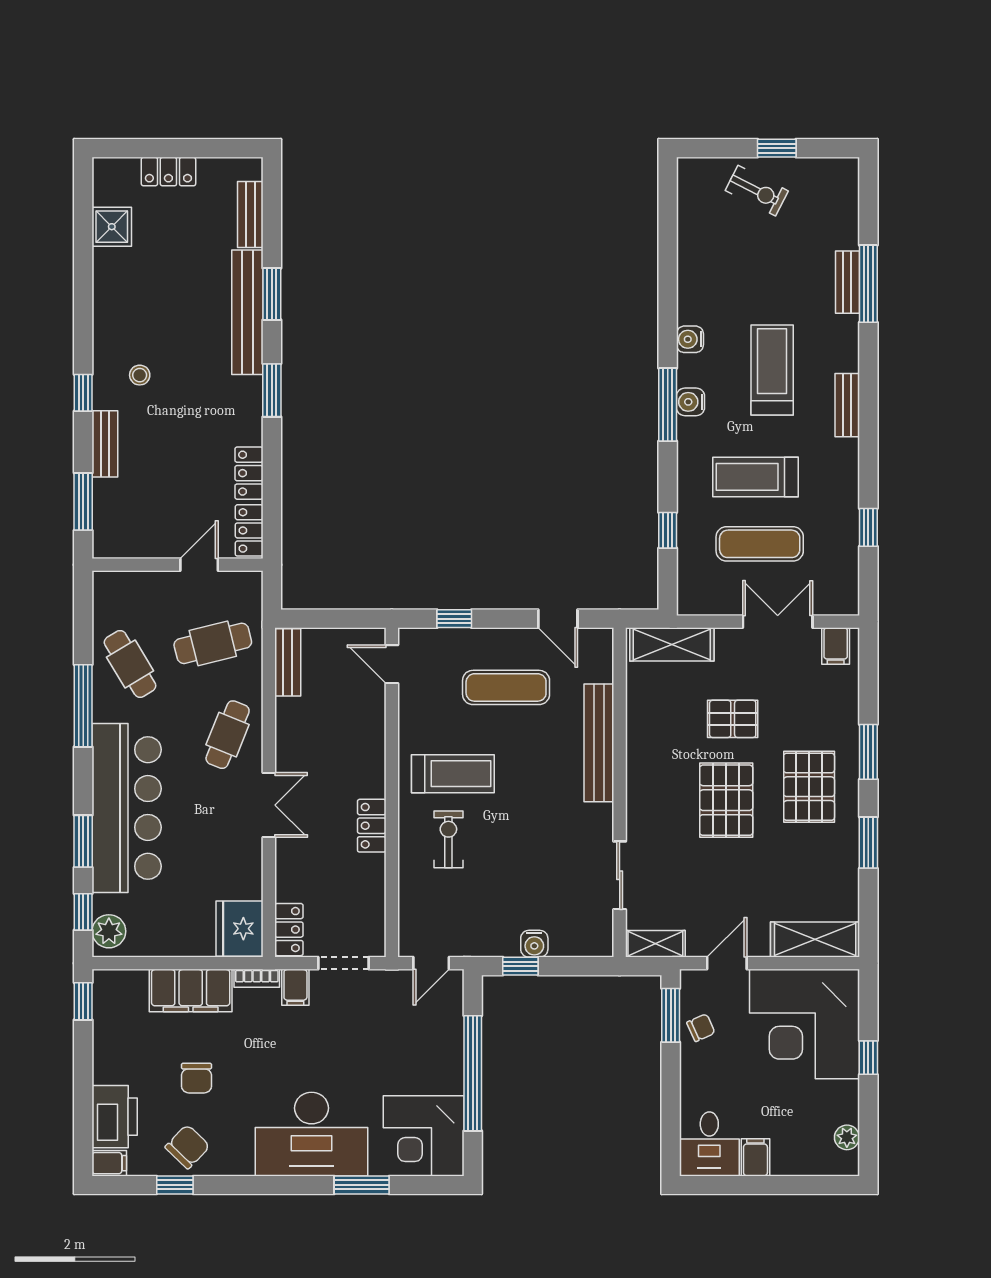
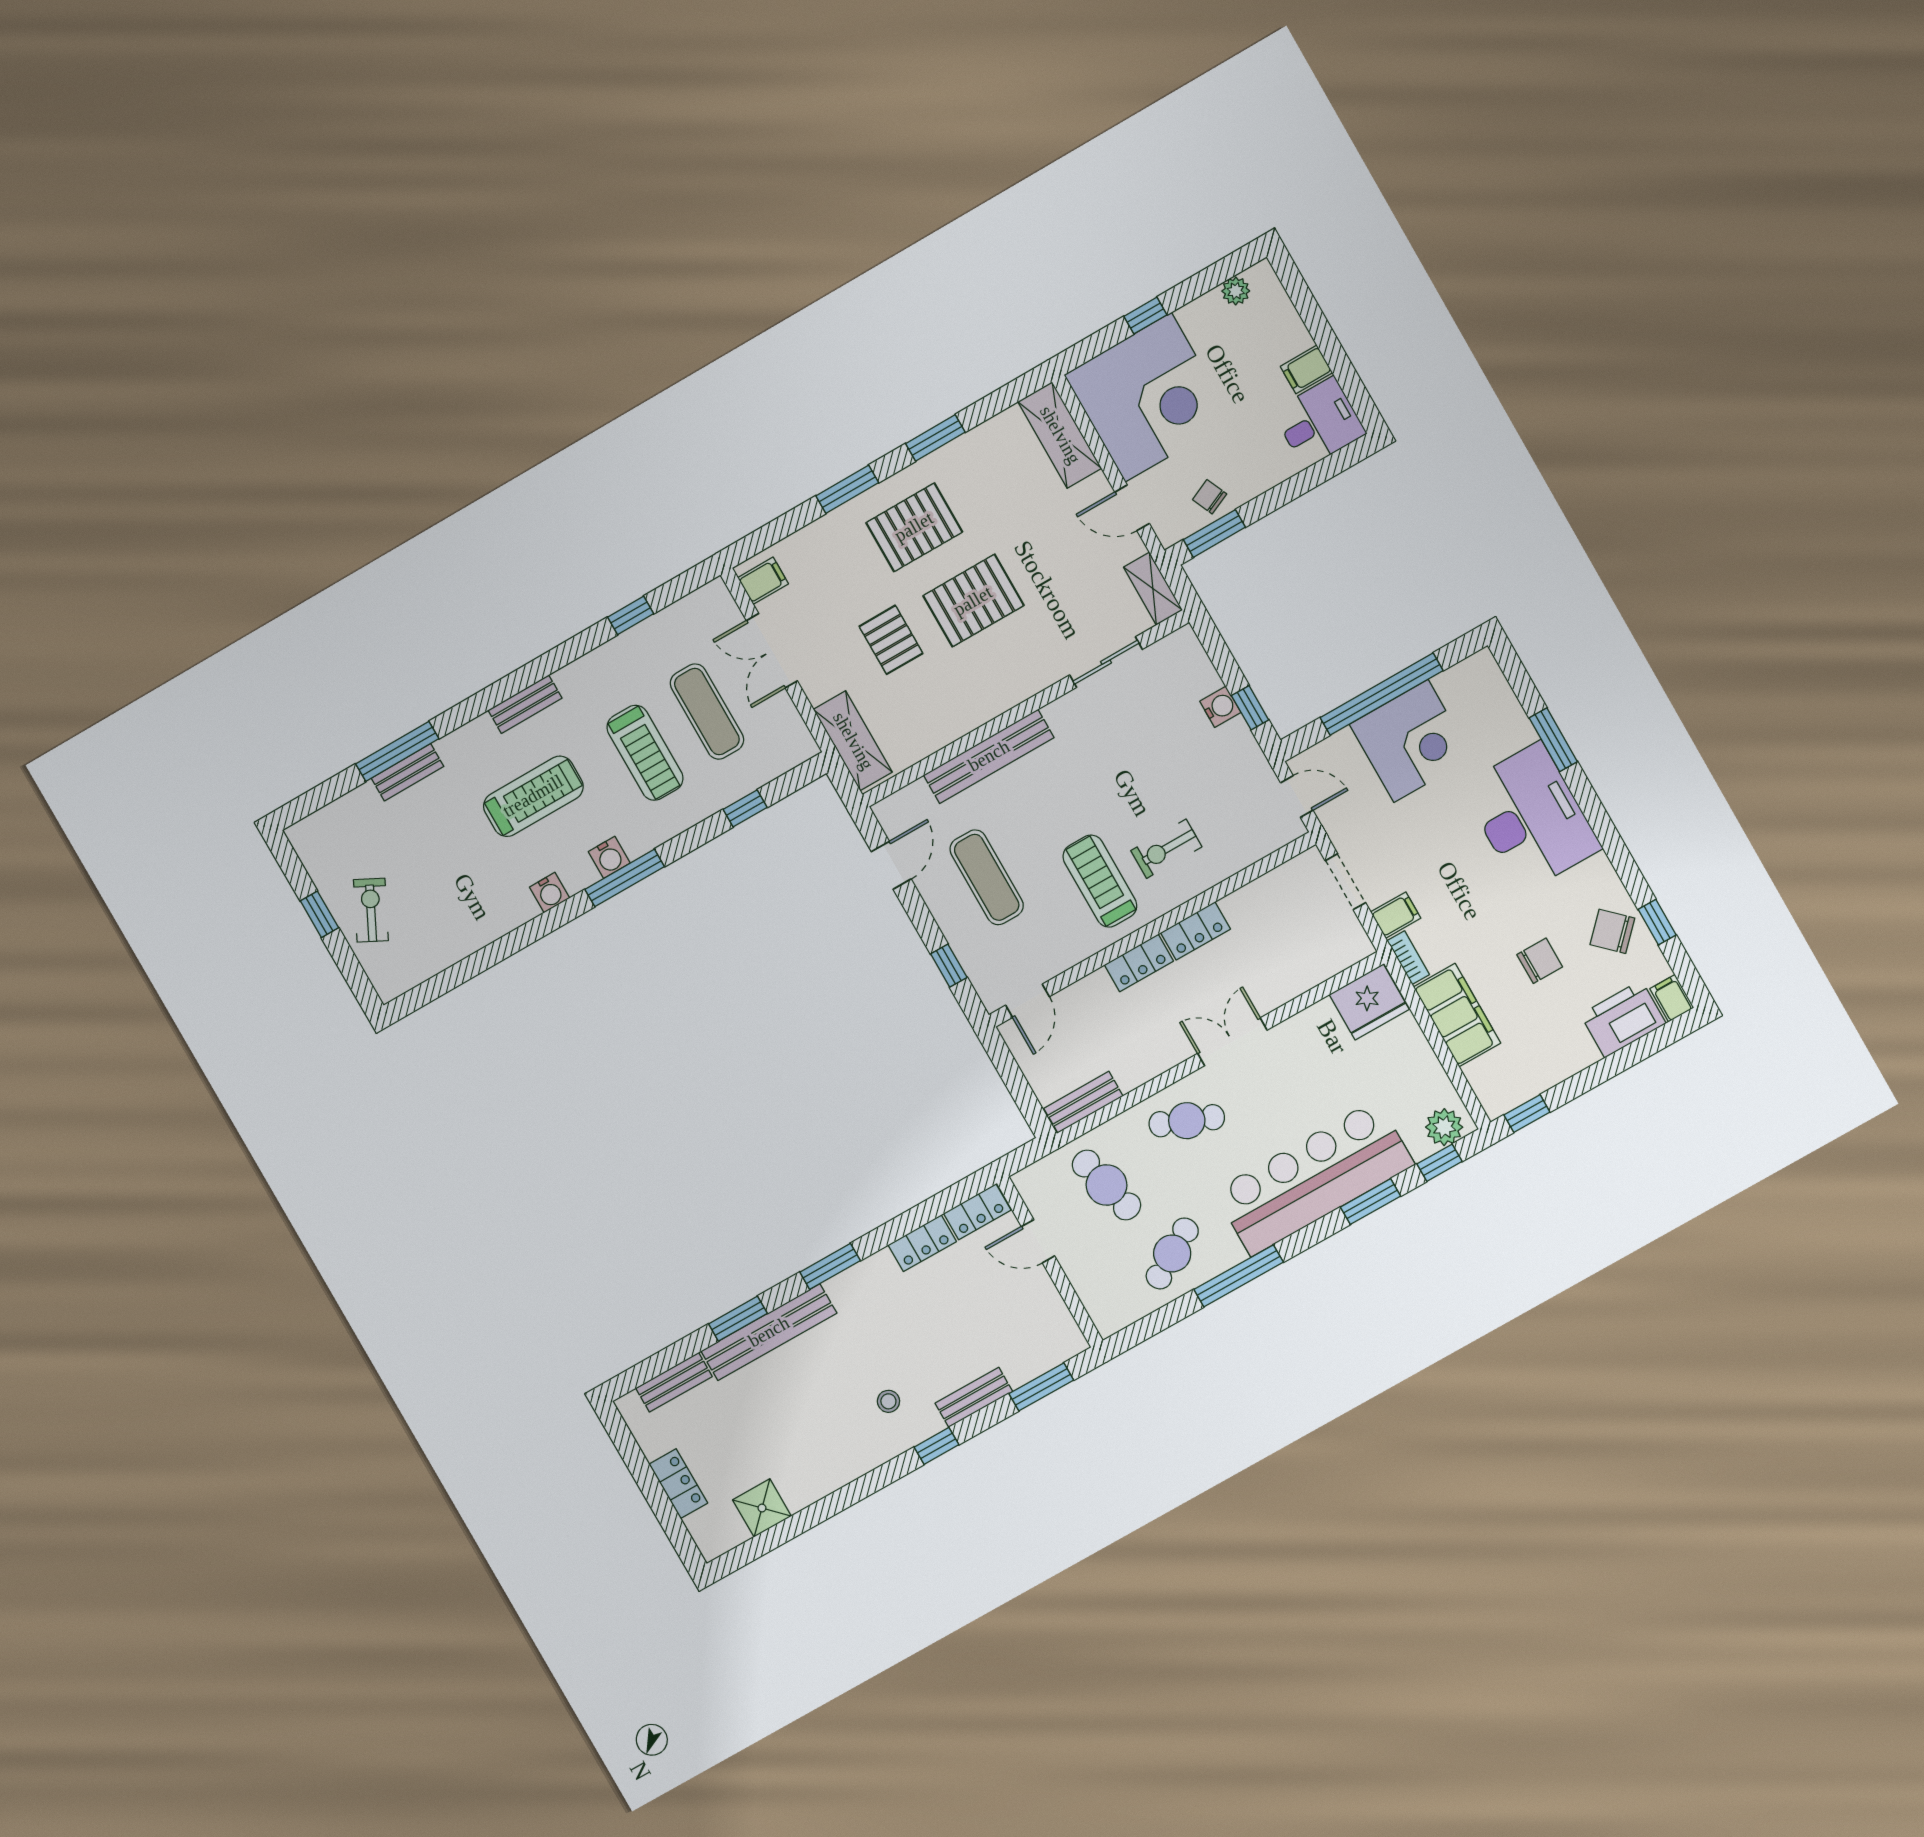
treadmill: (772, 370) -> (533, 796), turned 180
locker: (289, 930) -> (1139, 963), moved, turned 180
corner desk: (424, 1136) -> (1411, 741), moved

